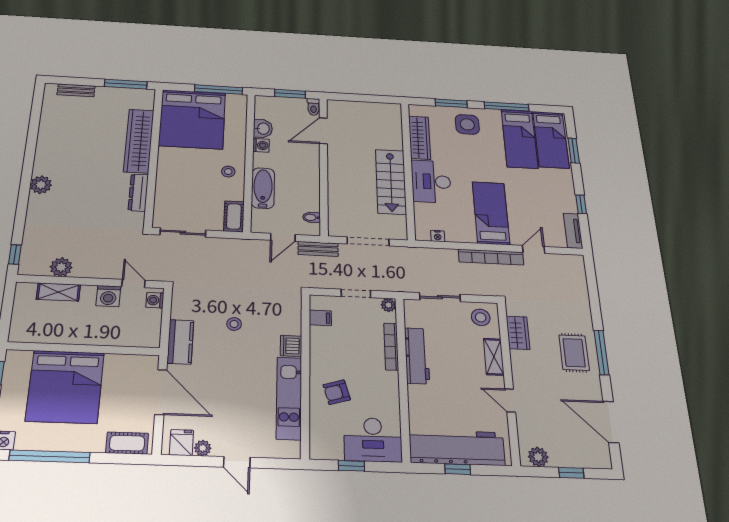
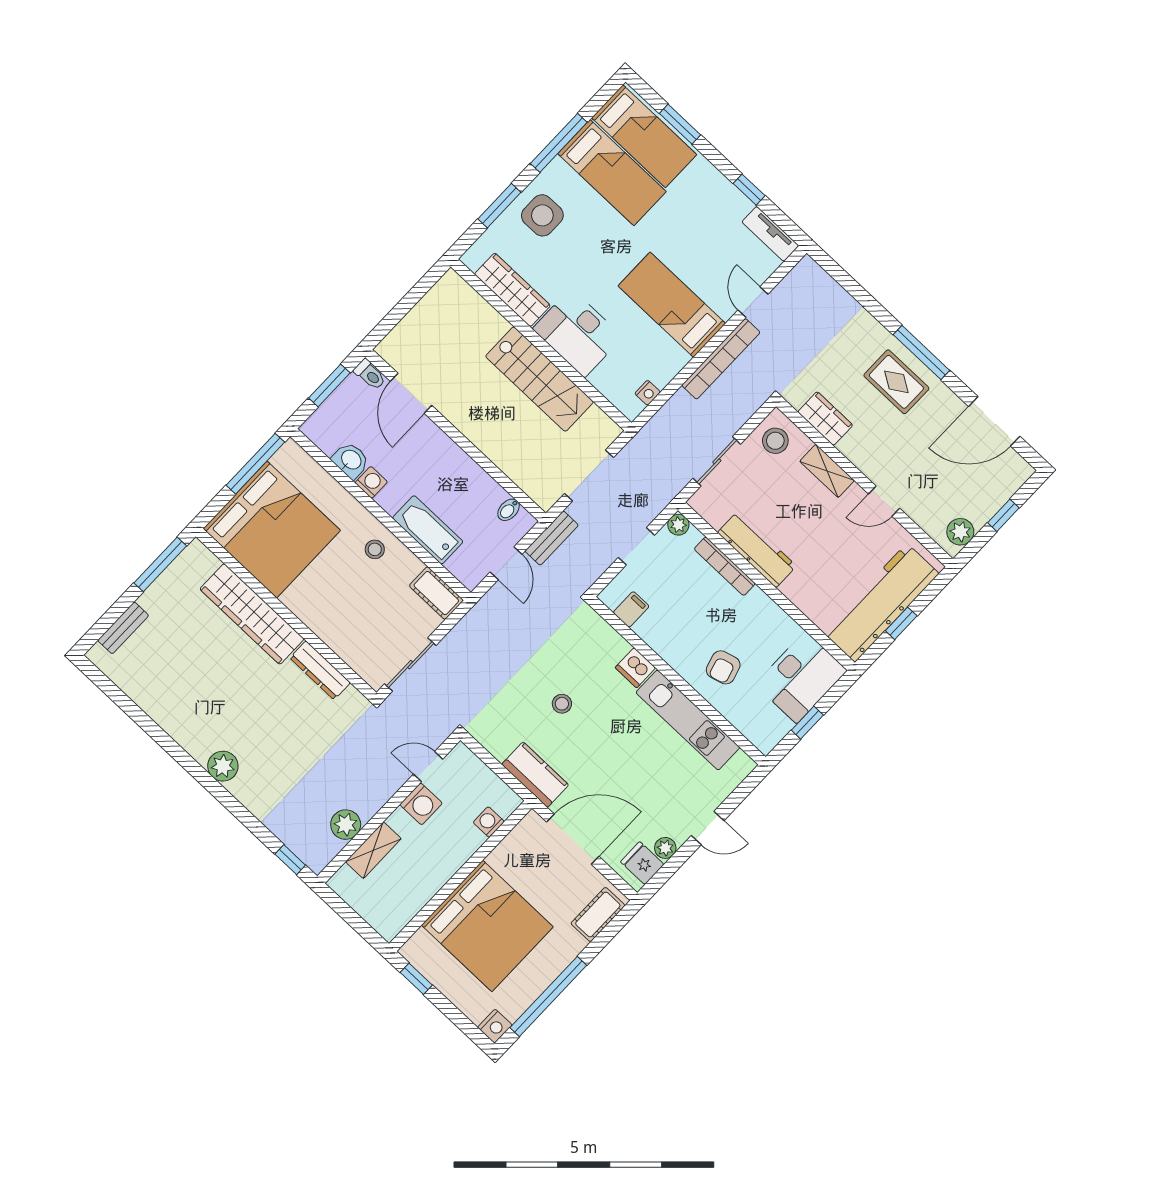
washing machine: (155, 300) -> (489, 822), moved, turned 90

